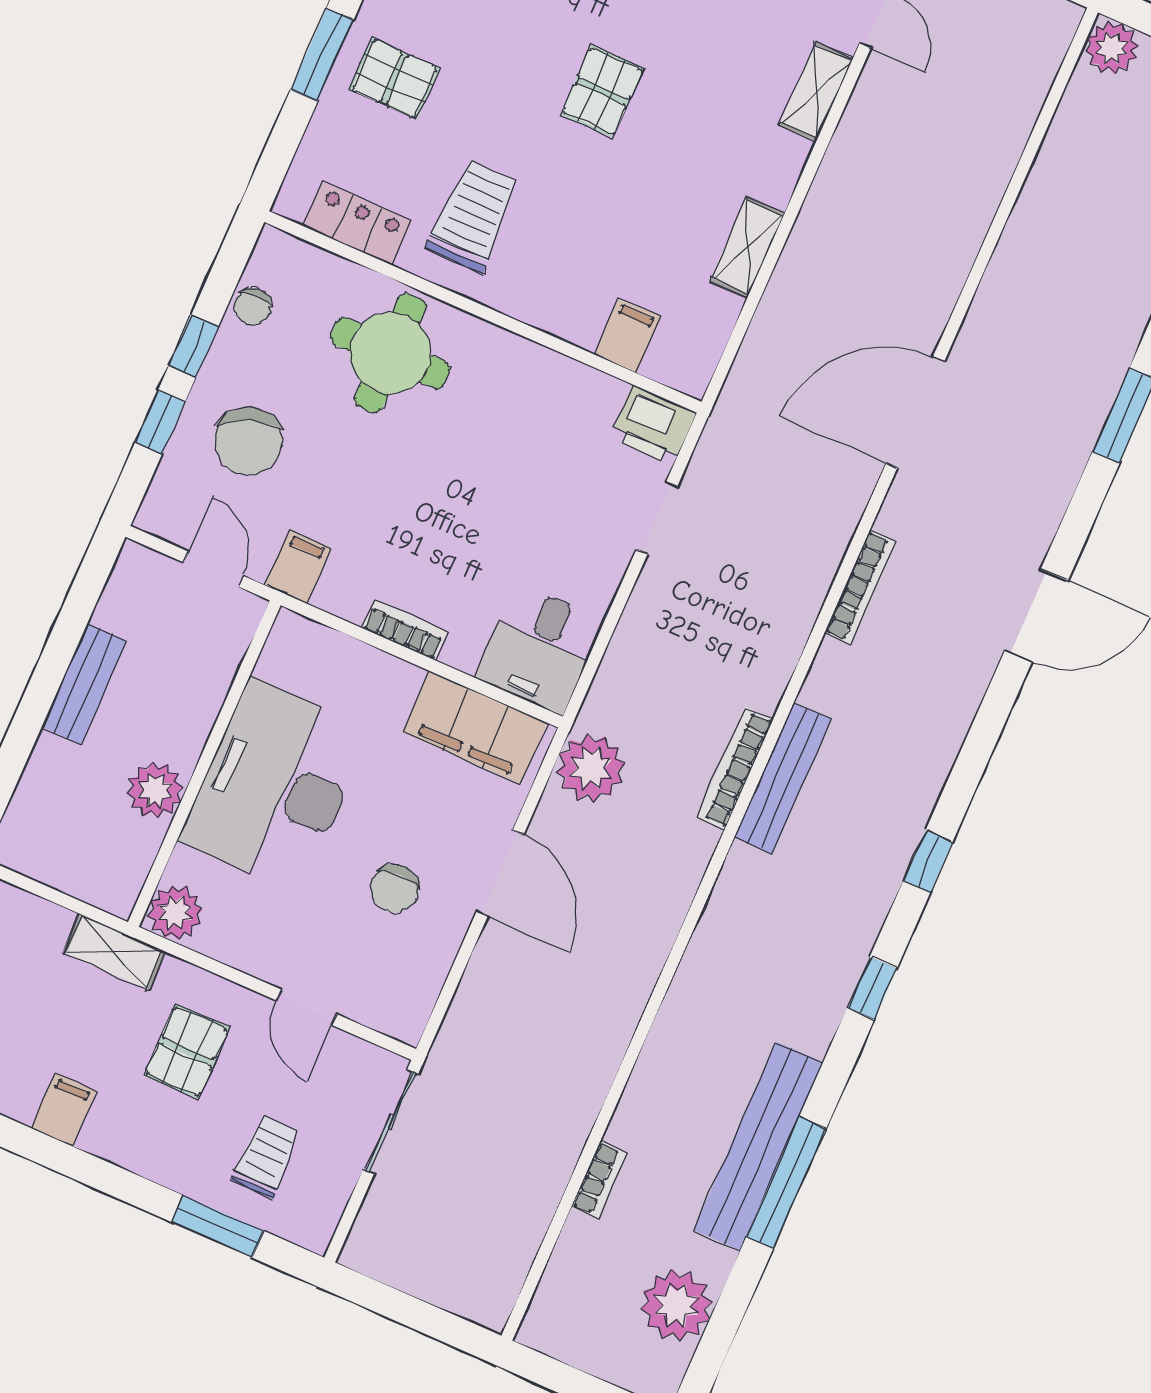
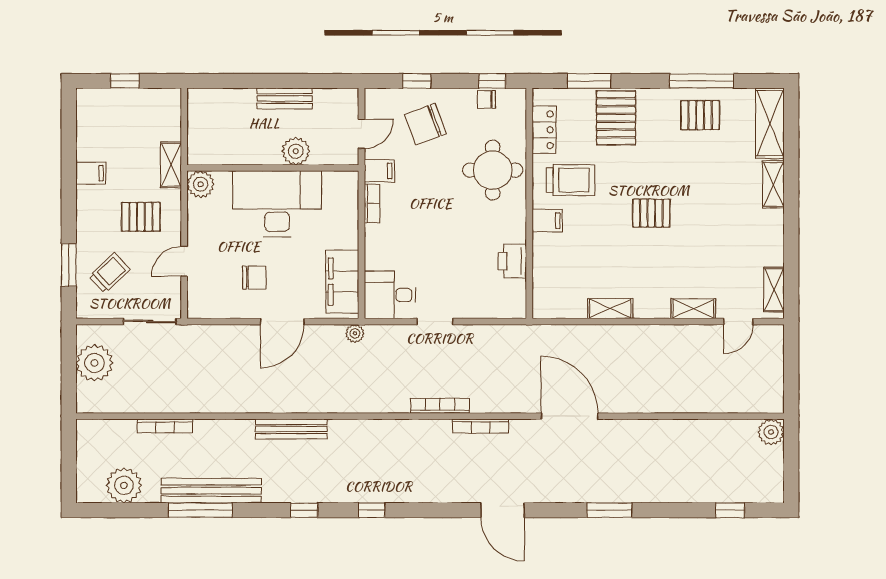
window: (322, 55) -> (589, 81), moved
pallet: (394, 79) -> (616, 118), width x1.50, depth x1.42
filing cabinet: (628, 336) -> (547, 221), moved
window: (194, 346) -> (492, 81), moved
printer: (653, 425) -> (512, 261), moved
doorway: (657, 518) -> (435, 322), moved
bookcase: (405, 630) -> (372, 203), moved
plant: (591, 768) -> (355, 333), width x0.53, depth x0.53
bookcase: (735, 768) -> (440, 406), moved
bench: (783, 778) -> (291, 429), moved
plant: (155, 790) -> (296, 151), moved
chair: (395, 889) -> (254, 278), turned 180
trolley: (266, 1157) -> (110, 273), turned -43
bookcase: (599, 1180) -> (165, 426), width x1.56
plant: (423, 1259) -> (94, 363), added

